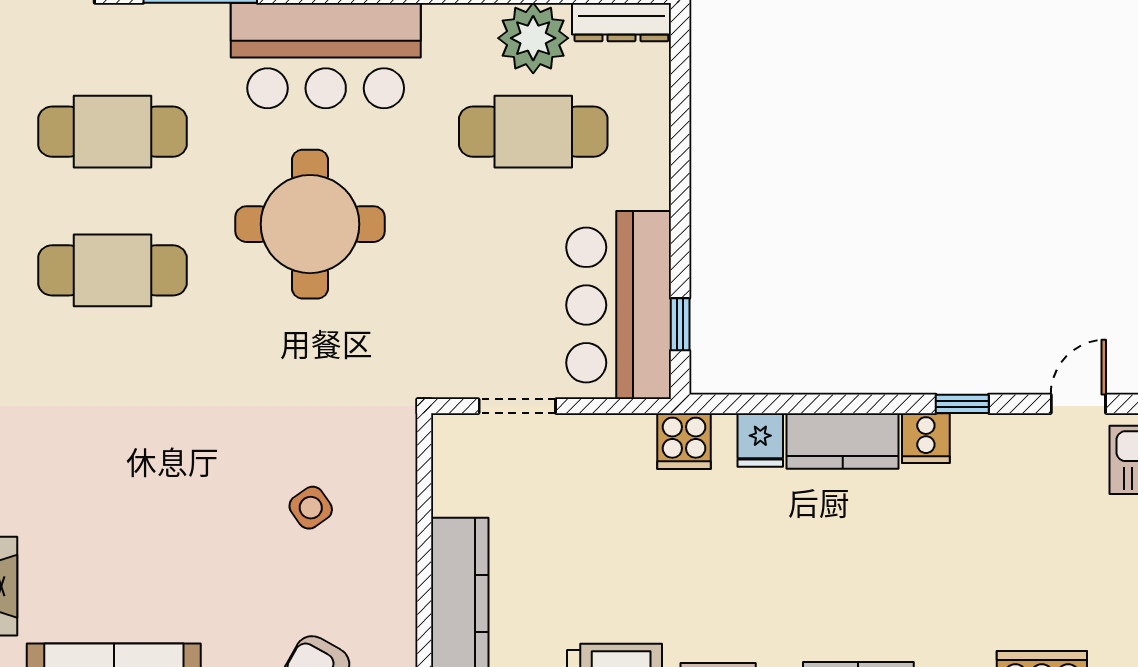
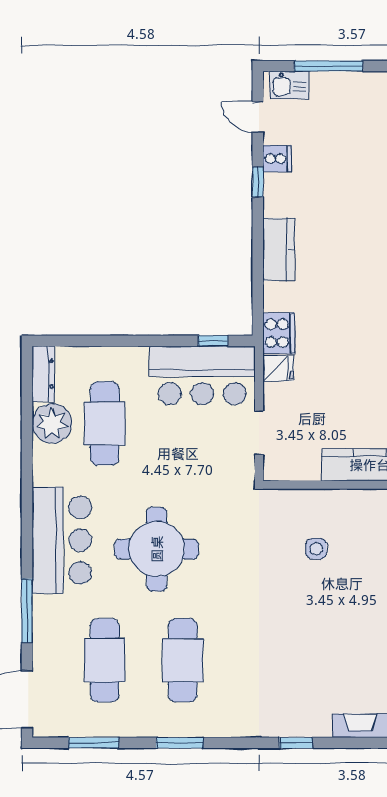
cooker: (926, 438) -> (277, 158), moved
fridge: (760, 440) -> (278, 368), moved
cooker: (684, 441) -> (279, 333), width x1.36
side table: (311, 508) -> (316, 549), turned 35

